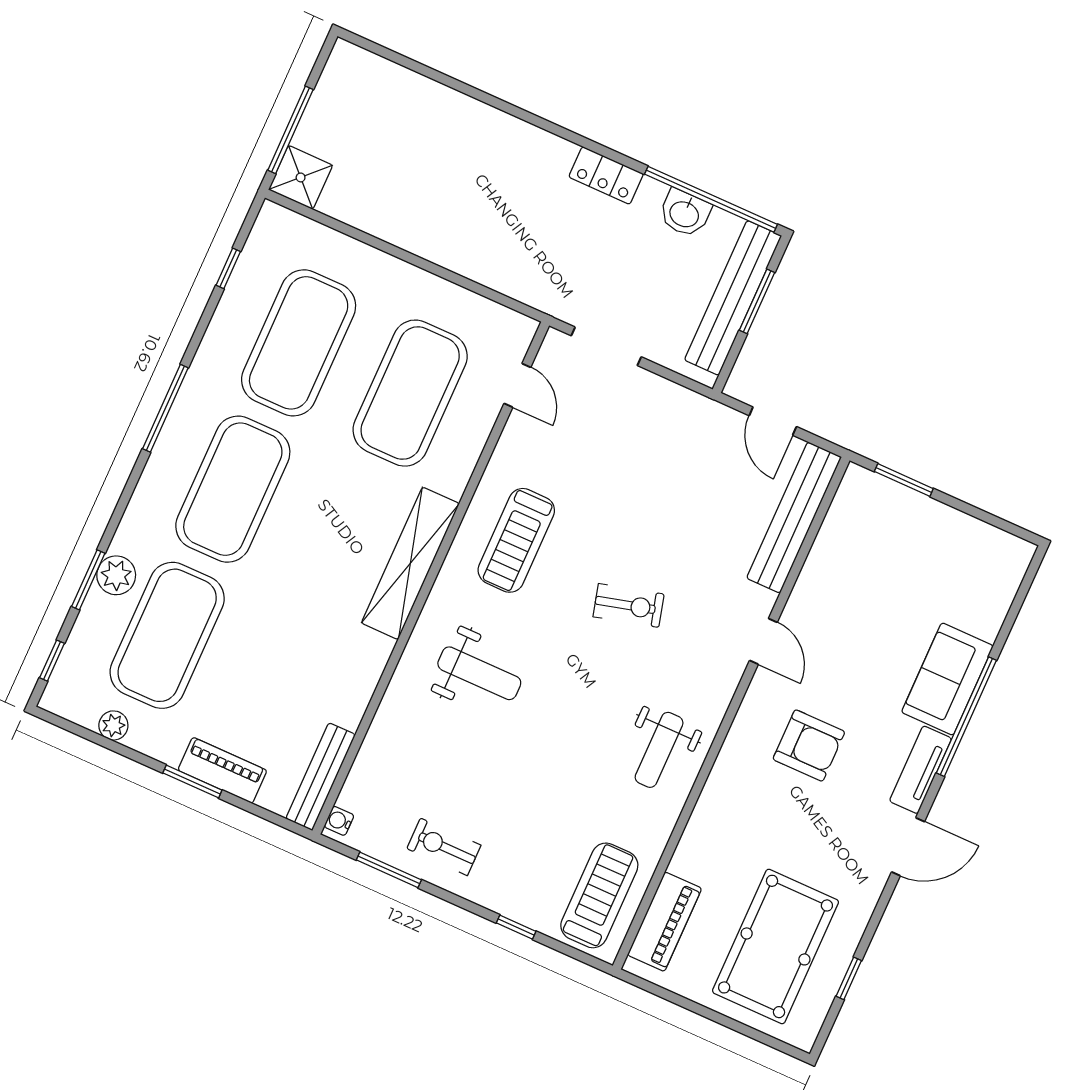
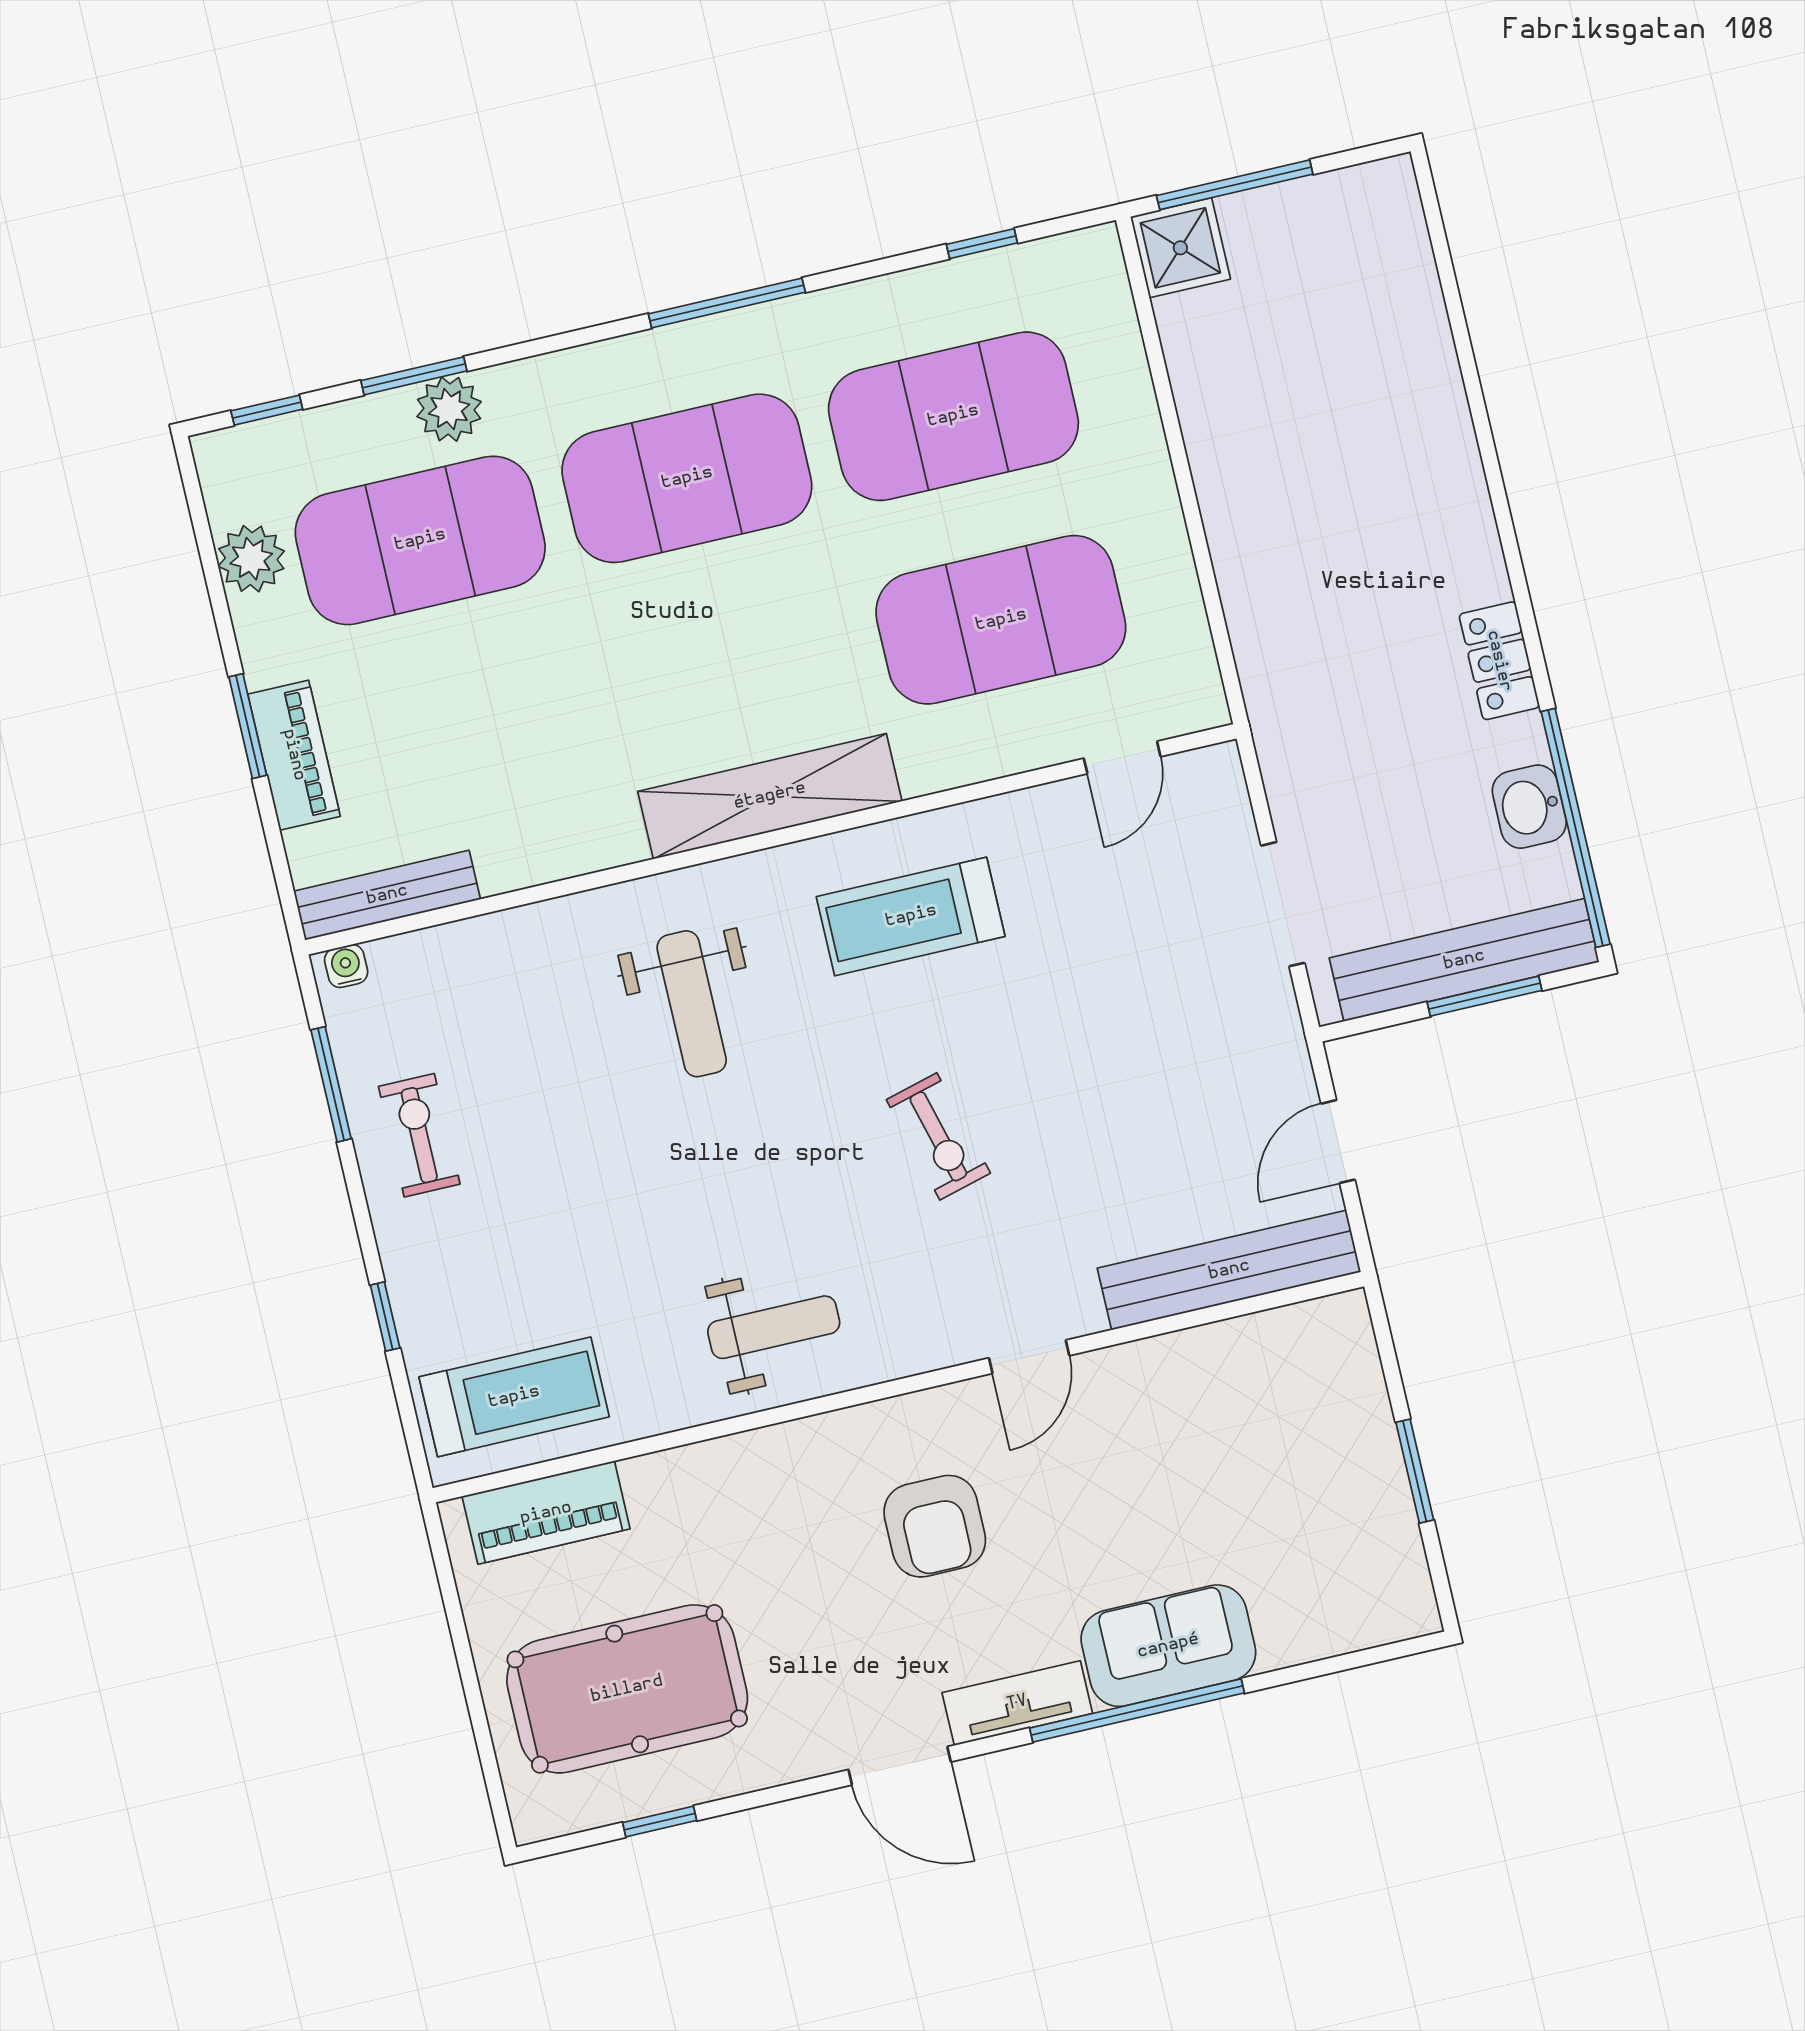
doorway: (606, 346) -> (1283, 904), moved
window: (904, 480) -> (1415, 1471), moved
plant: (113, 725) -> (251, 559), width x1.38, depth x1.38
weight bench: (659, 750) -> (774, 1327), turned 180

